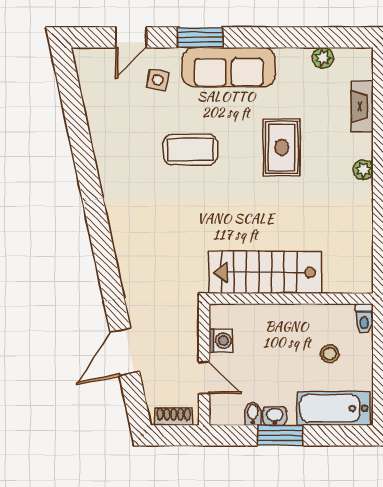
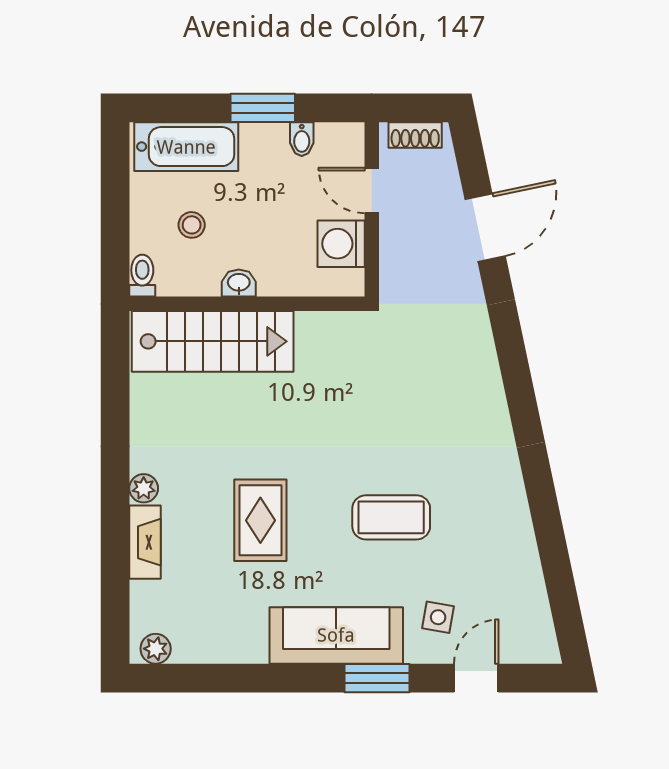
plant: (323, 58) -> (156, 649), moved
fireplace: (362, 106) -> (145, 542), moved
stairs: (265, 272) -> (213, 341), moved
washing machine: (221, 341) -> (341, 244), width x1.38, depth x1.38
washbasin: (275, 416) -> (239, 283), moved, turned 180

